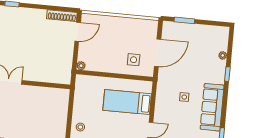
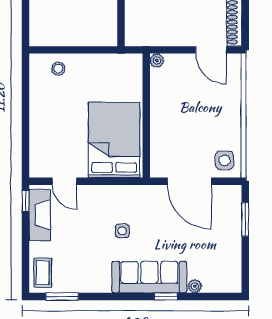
side table: (134, 60) -> (225, 160), moved
bed: (127, 102) -> (114, 140), width x1.50
sofa: (212, 107) -> (149, 277), moved

